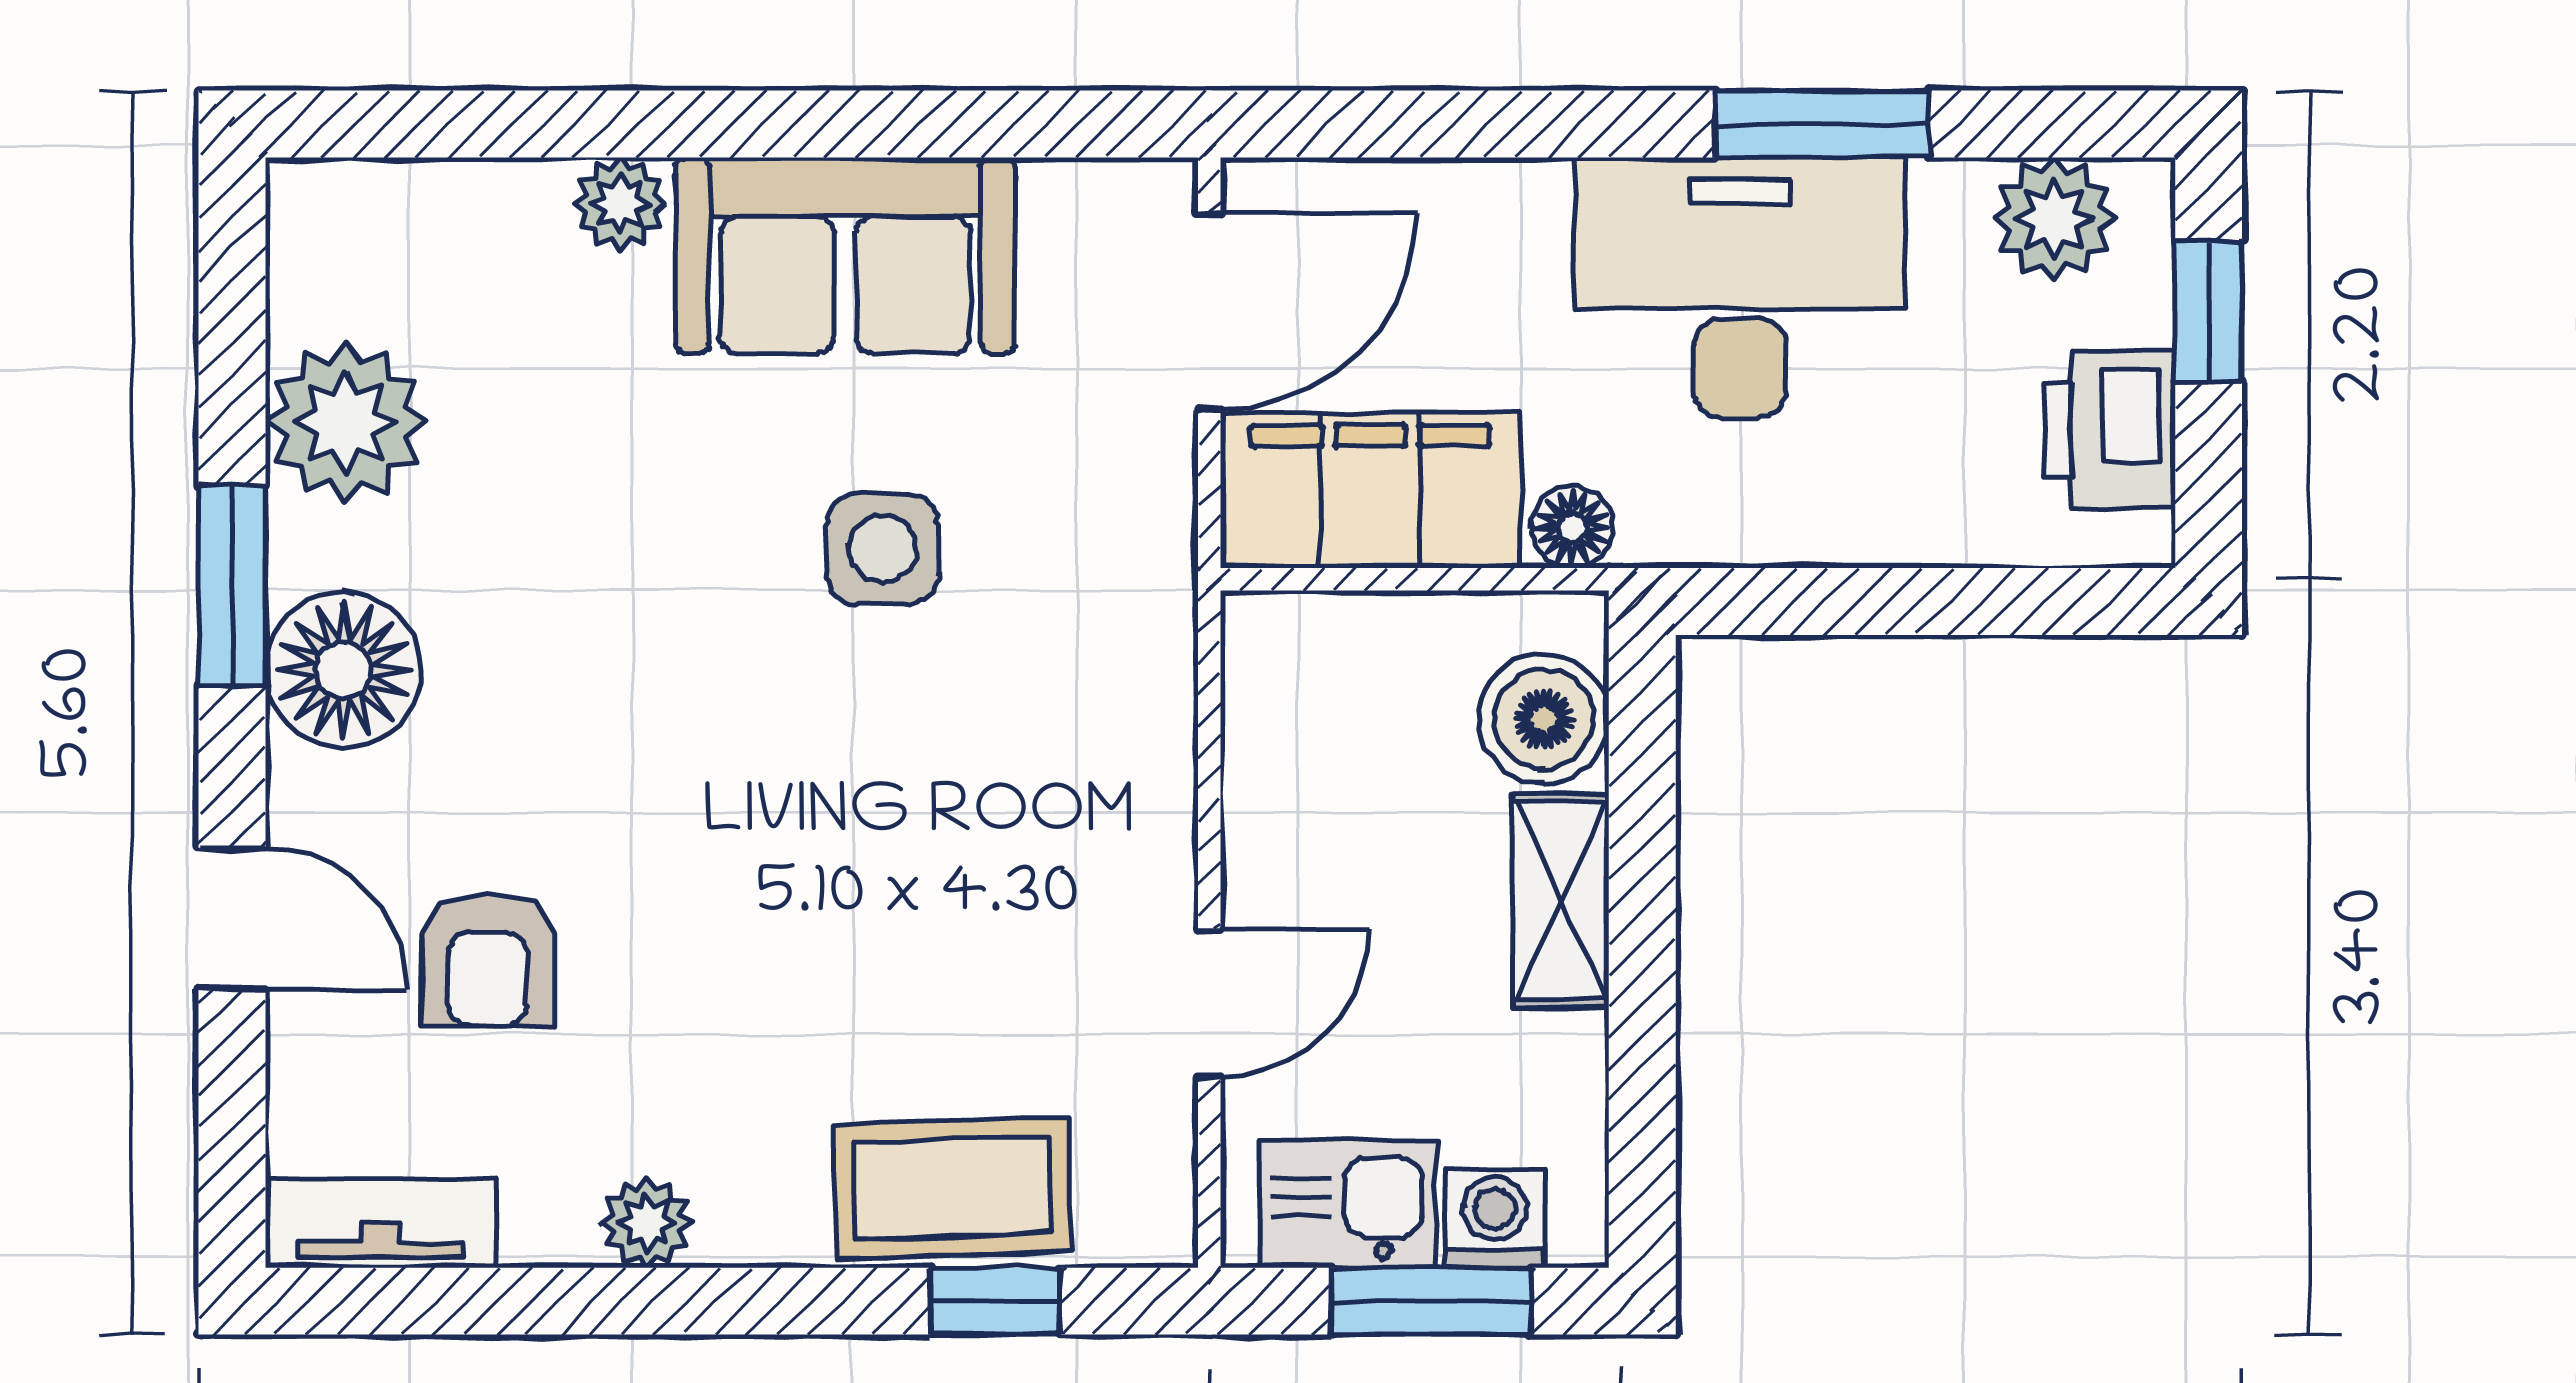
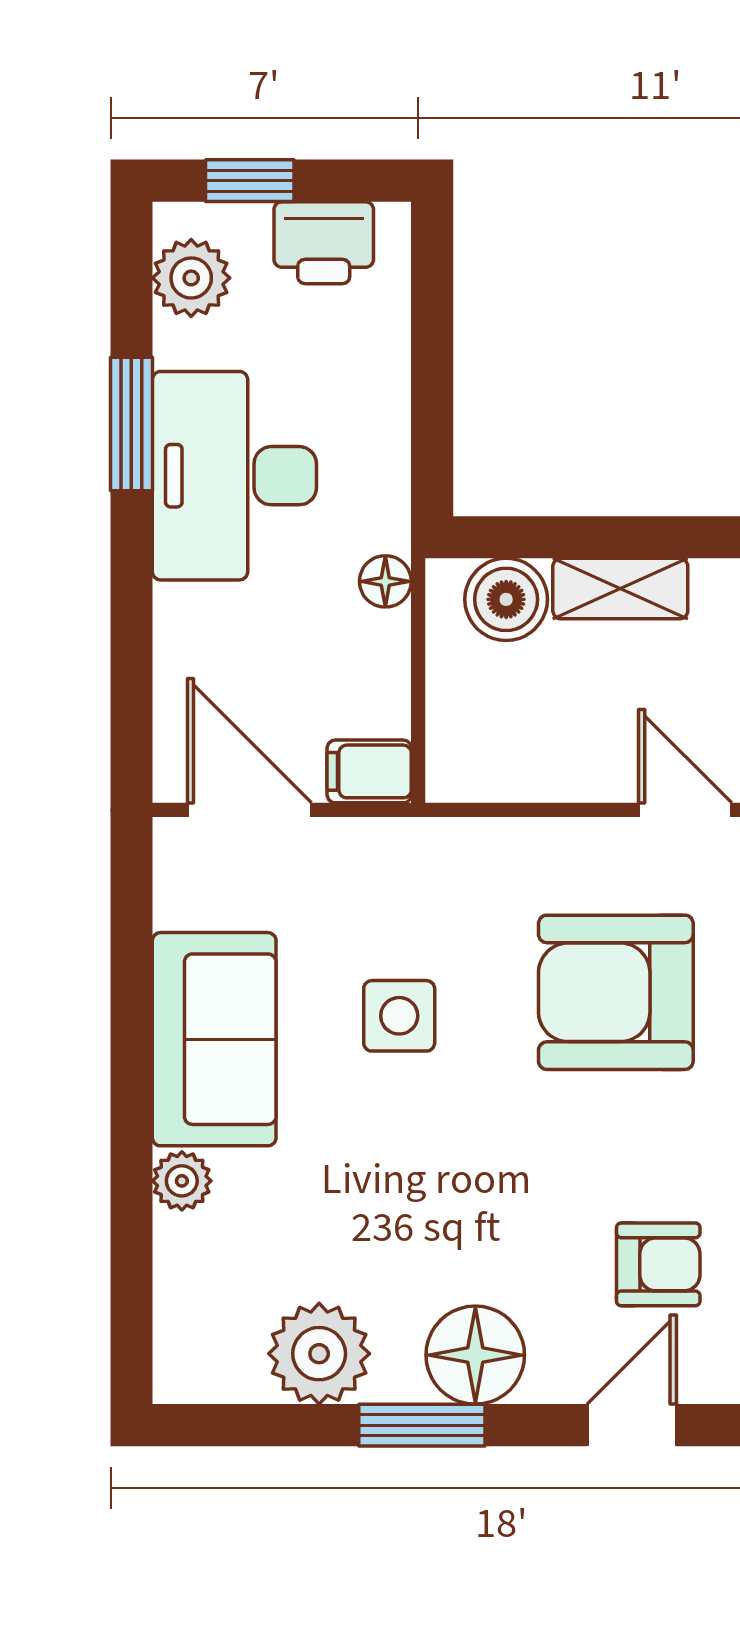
filing cabinet: (1370, 490) -> (369, 771), width x0.33, depth x0.86
armchair: (920, 893) -> (616, 992), added

